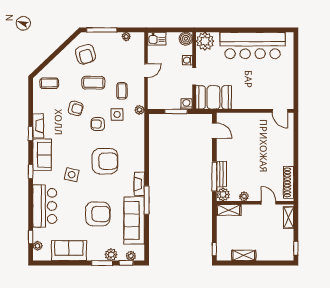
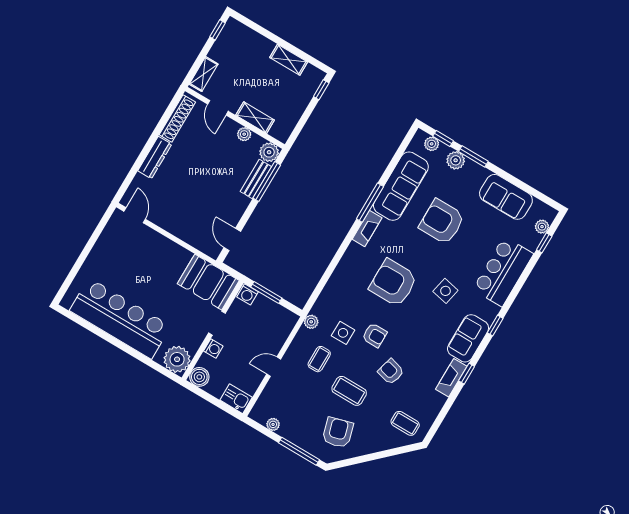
dresser: (288, 152) -> (155, 158), added
shelving: (229, 210) -> (255, 118), moved

